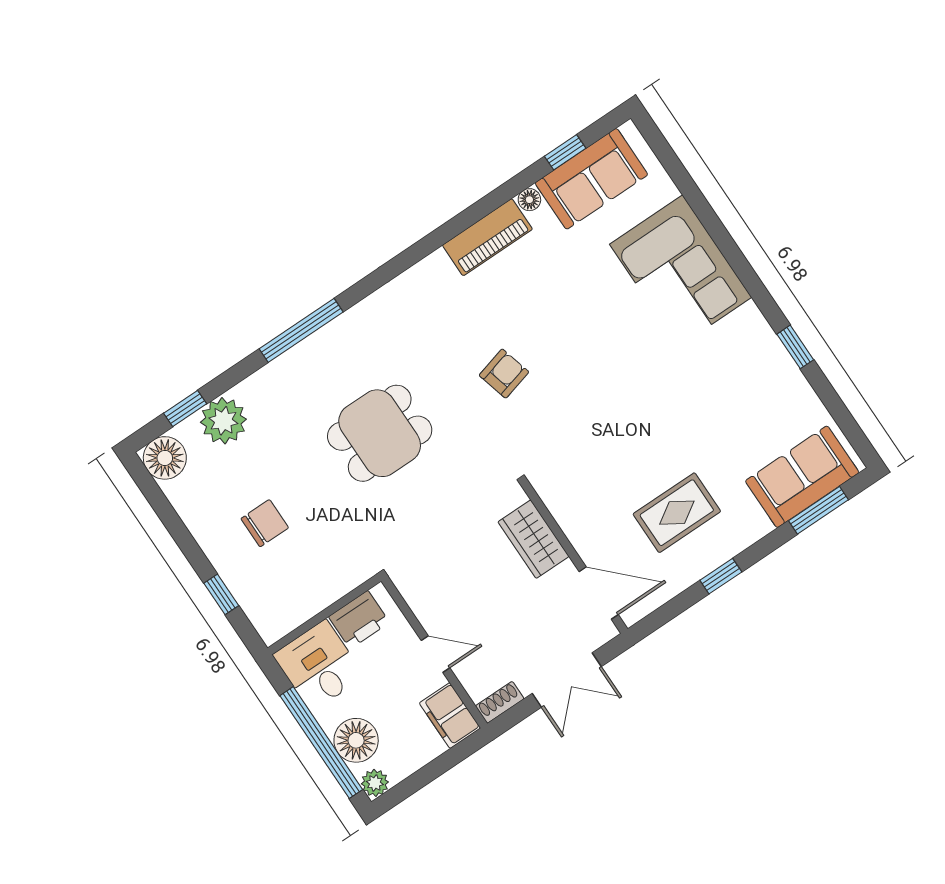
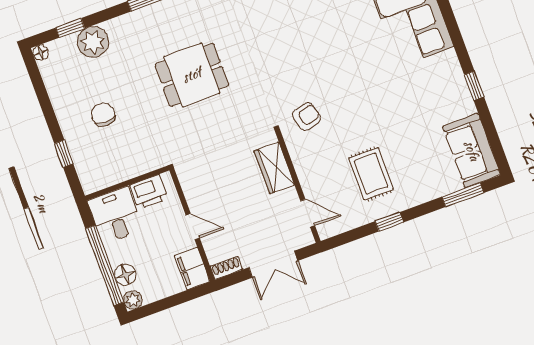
armchair: (504, 374) -> (306, 117), moved
floor lamp: (165, 458) -> (41, 53), width x0.53, depth x0.53
sofa: (802, 477) -> (472, 151), moved, turned -90
rug: (677, 513) -> (371, 174), turned 90
chair: (265, 523) -> (103, 115), turned -90
door: (599, 593) -> (308, 213), width x0.73
floor lamp: (356, 740) -> (125, 275), width x0.73, depth x0.73

